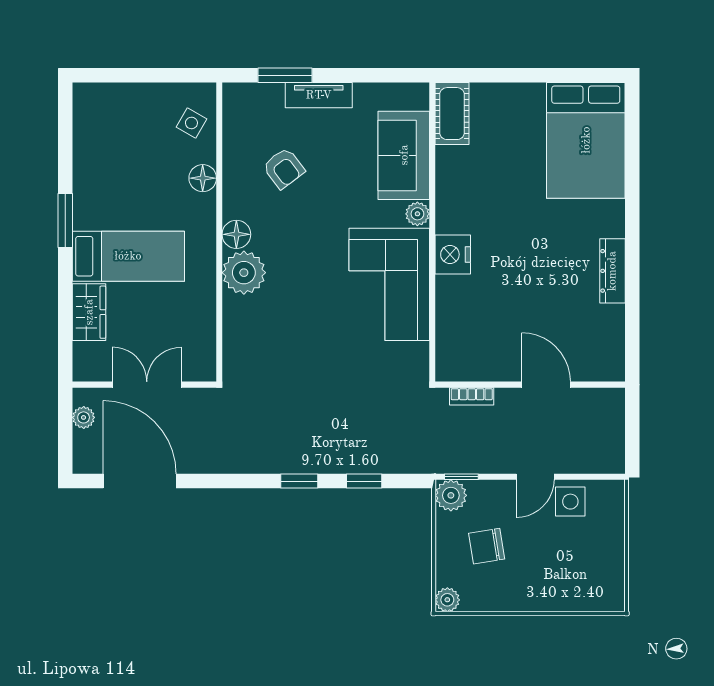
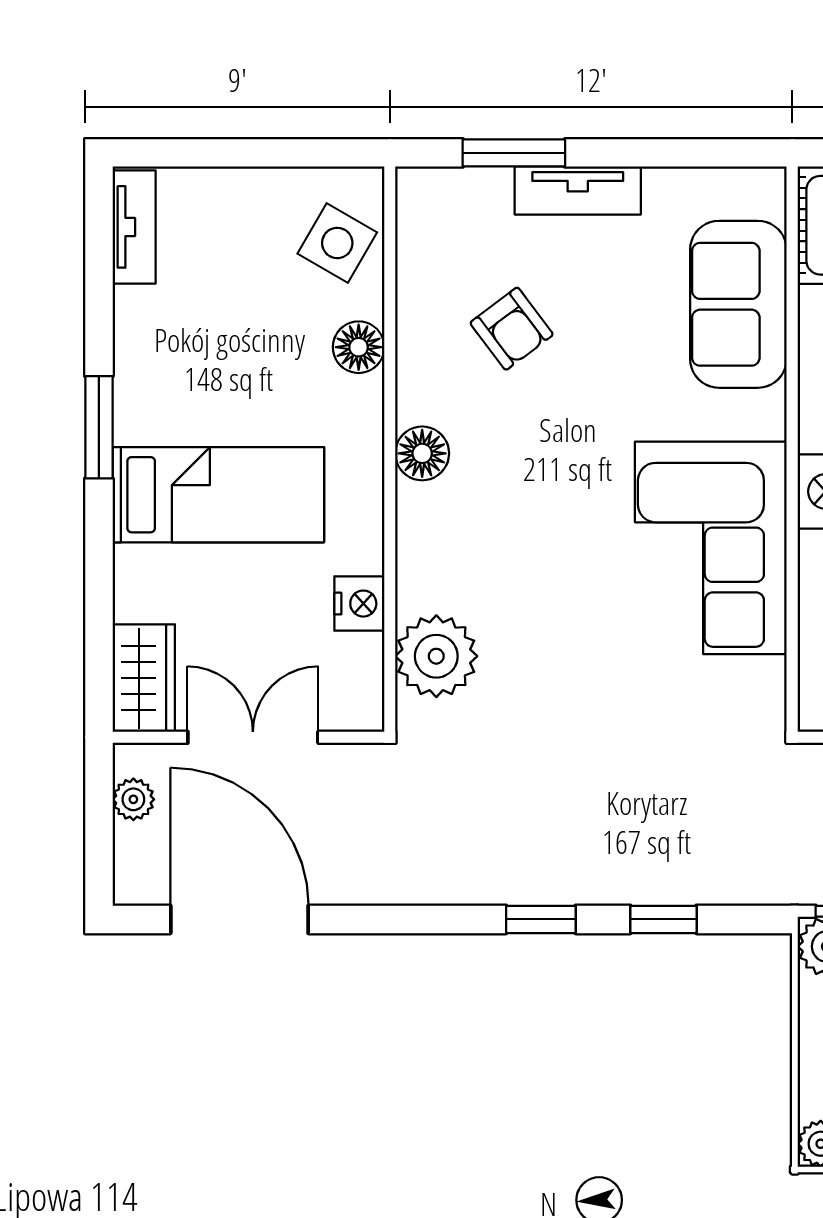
tv unit: (84, 114) -> (134, 227), added
side table: (191, 123) -> (337, 243), width x1.37, depth x1.37
plant: (417, 214) -> (764, 415), removed
plant: (244, 273) -> (436, 656), moved
wardrobe: (89, 312) -> (144, 678), moved
nightstand: (203, 314) -> (359, 604), added

